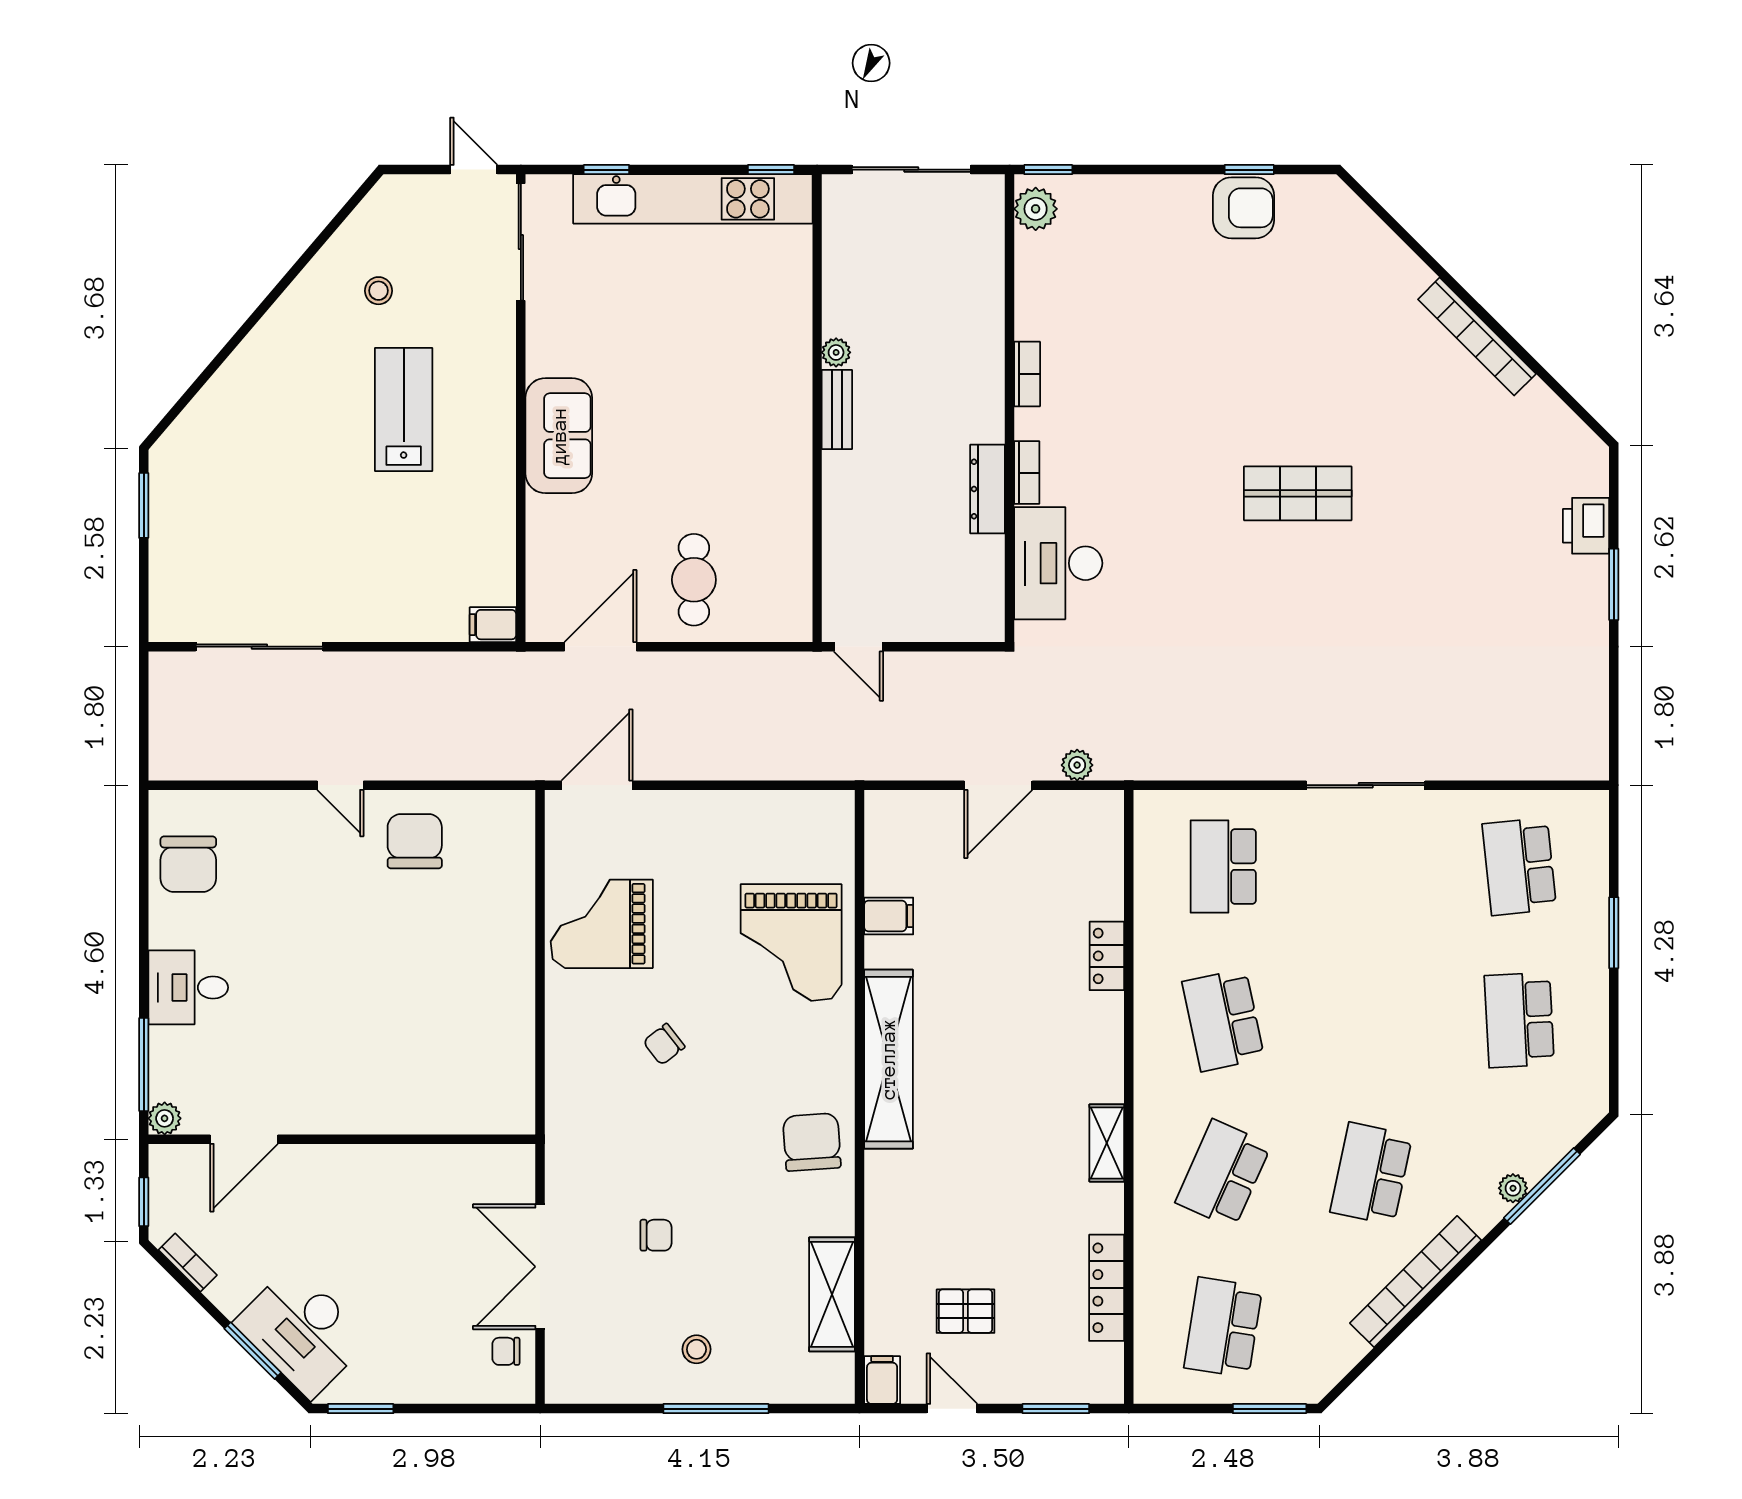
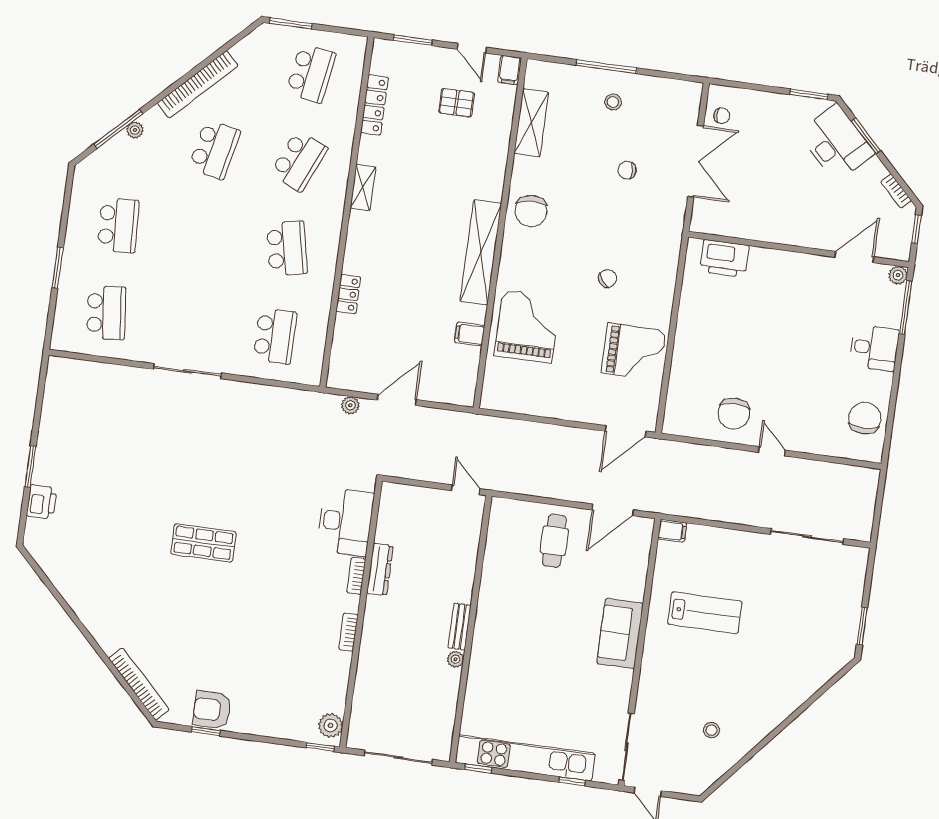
bookcase: (1477, 337) -> (139, 684), moved
lab bench: (404, 409) -> (705, 613), moved, turned -90
printer: (468, 1106) -> (724, 259), added

